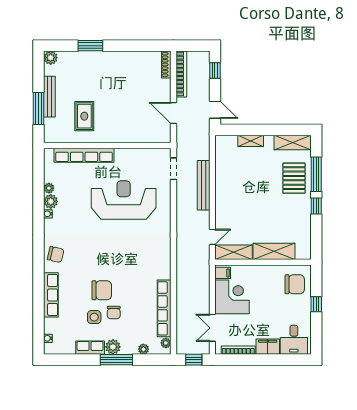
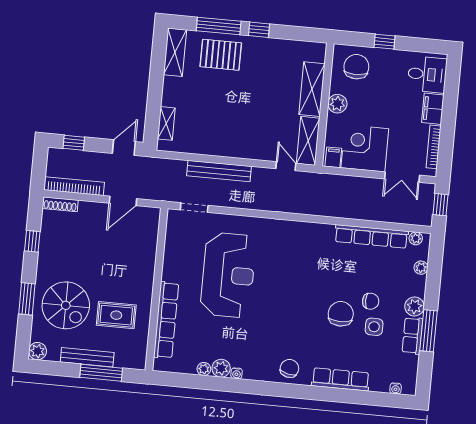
window: (136, 46) -> (32, 241), added
spiral stairs: (88, 76) -> (66, 305), added
shelving: (251, 141) -> (166, 123), moved
reception desk: (124, 200) -> (228, 275), turned 180
plant: (265, 272) -> (337, 104), added
window: (116, 360) -> (428, 331), moved

